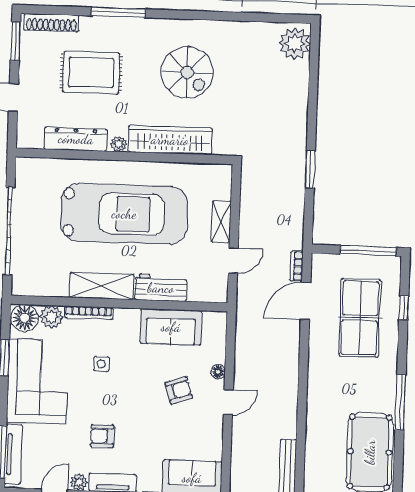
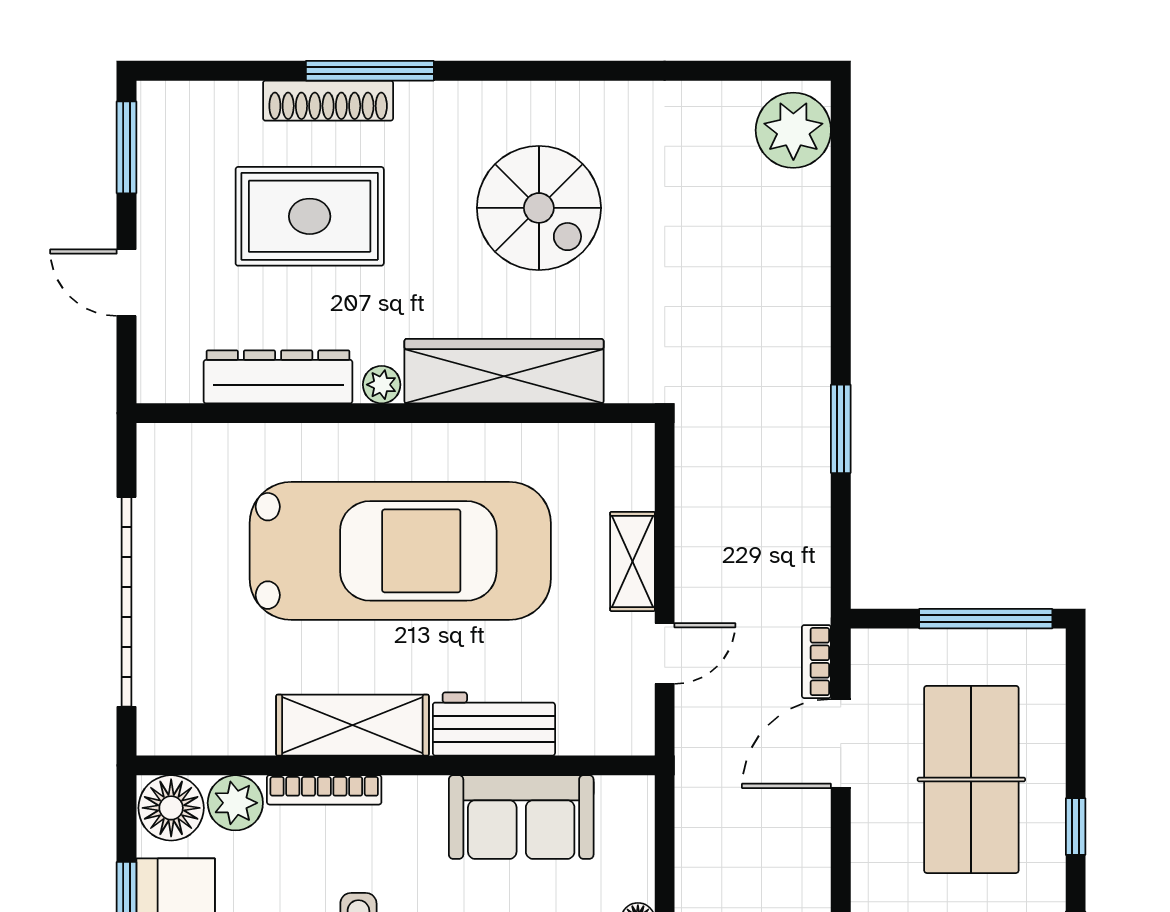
shoe rack: (51, 23) -> (328, 101), moved
window: (404, 308) -> (1076, 827), moved

